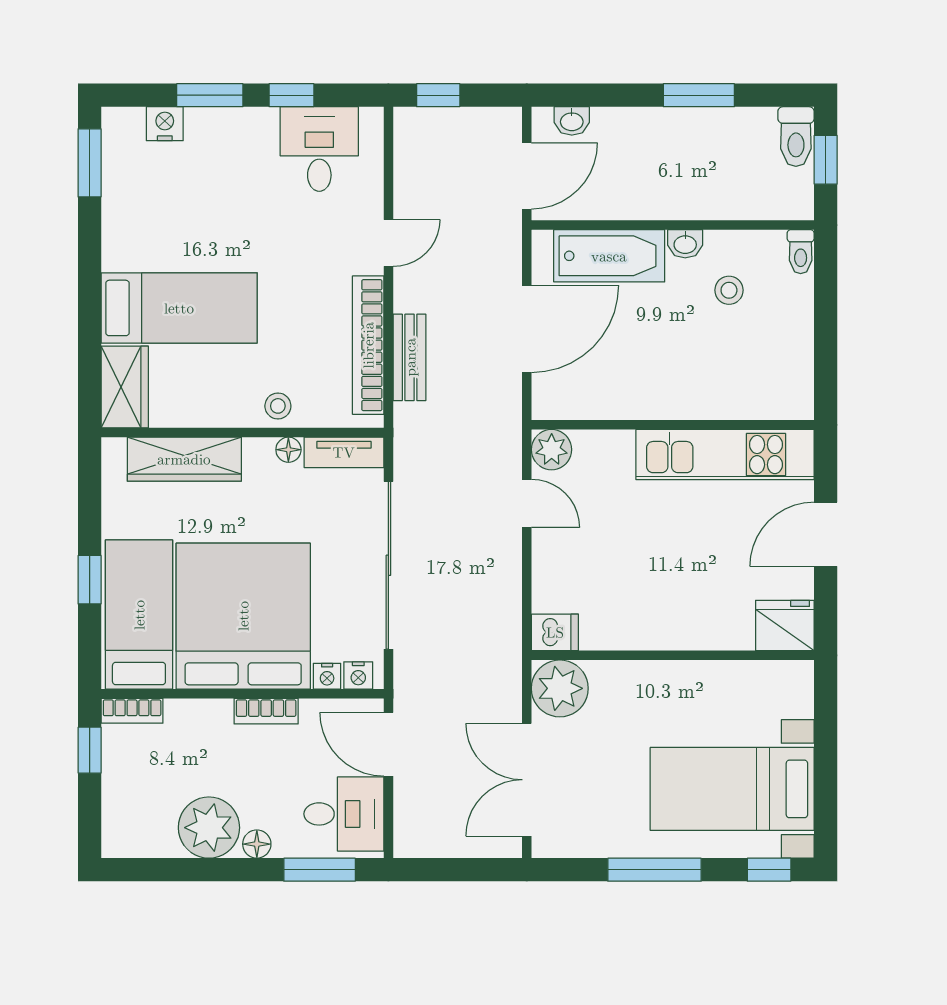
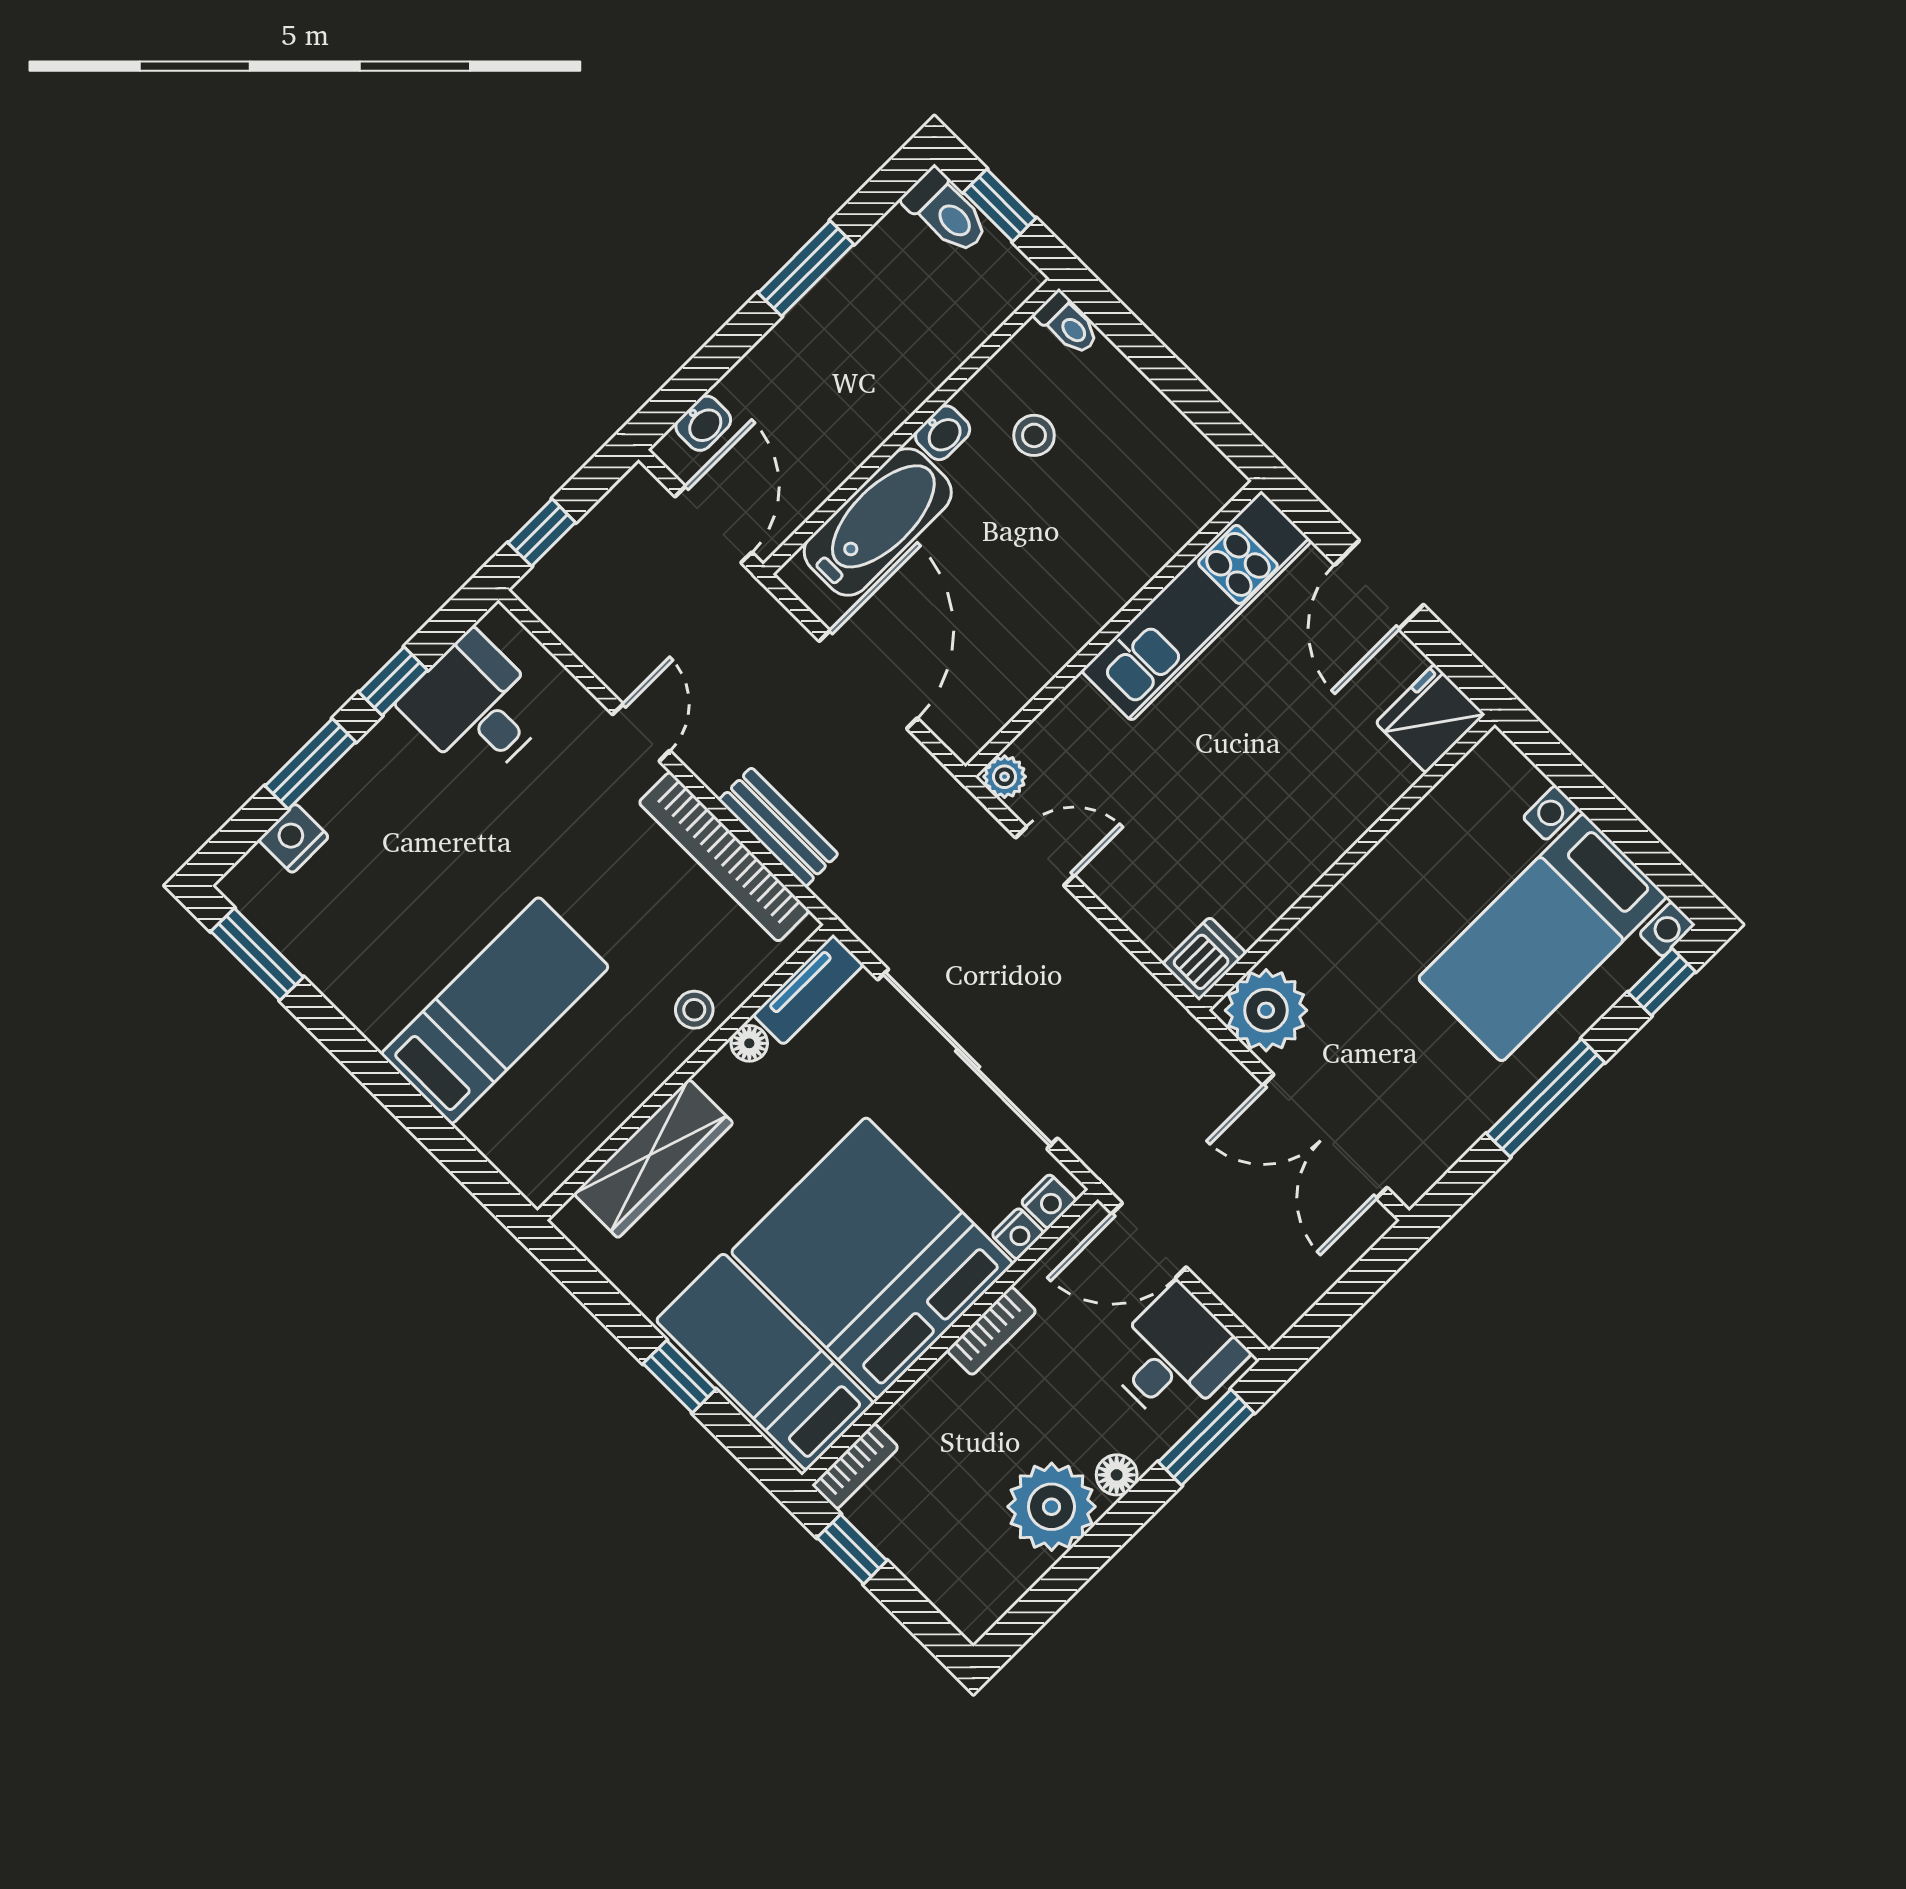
wardrobe: (125, 387) -> (520, 1146), removed
plant: (552, 450) -> (1005, 777), width x0.73, depth x0.73

